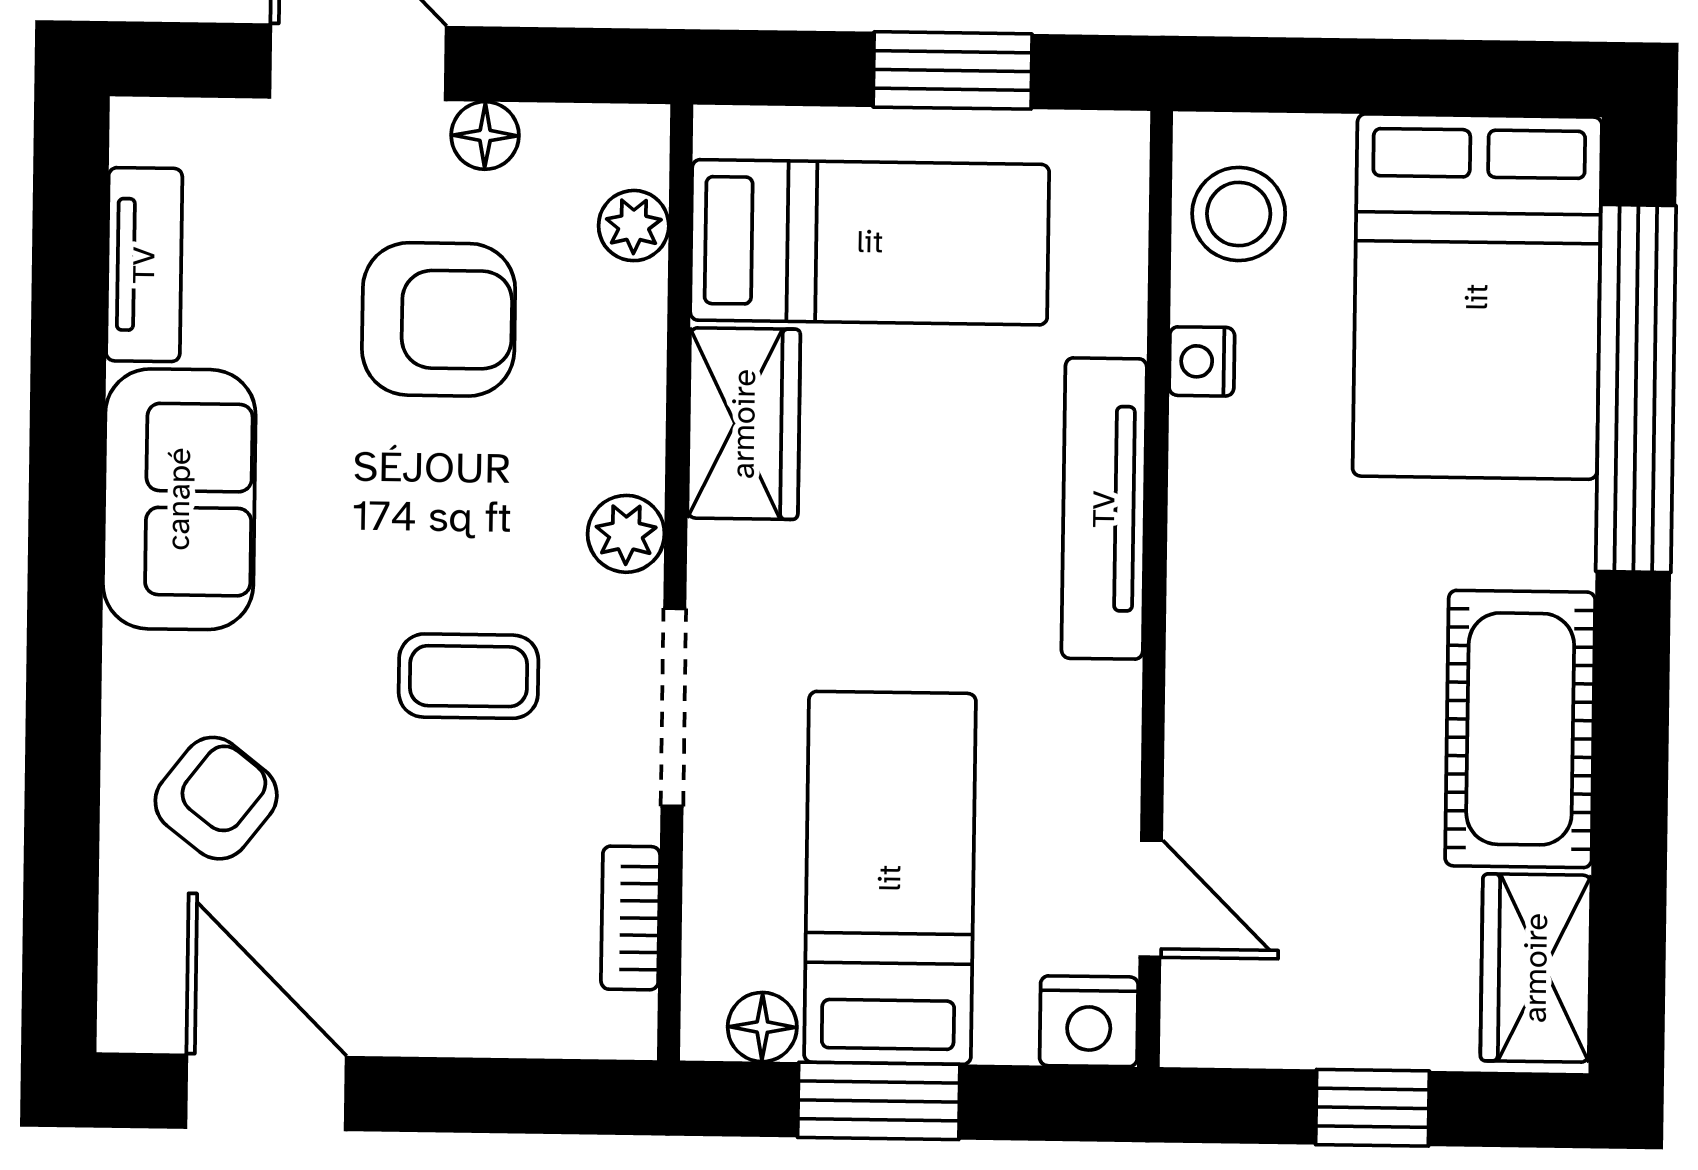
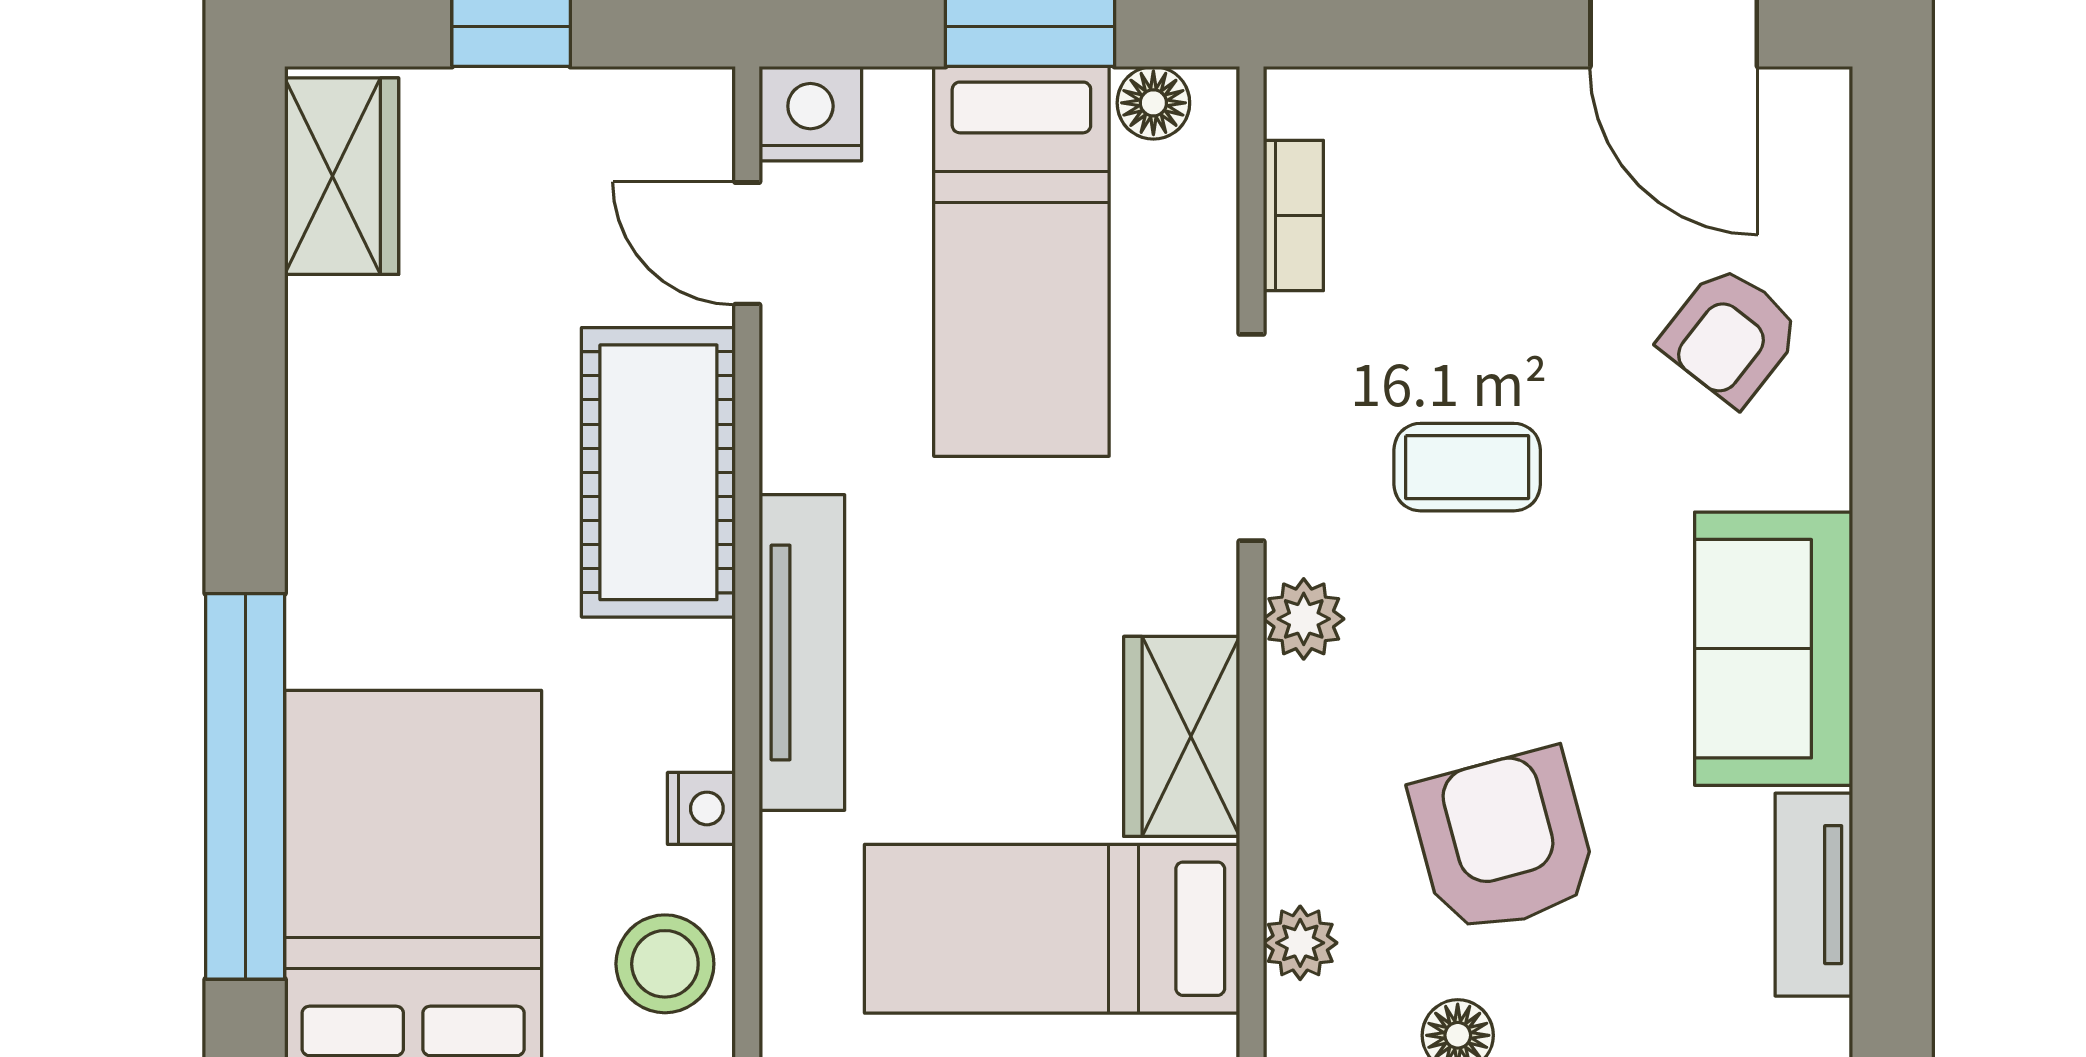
armchair: (439, 319) -> (1504, 841), turned 75
cot: (1520, 729) -> (658, 472), moved

